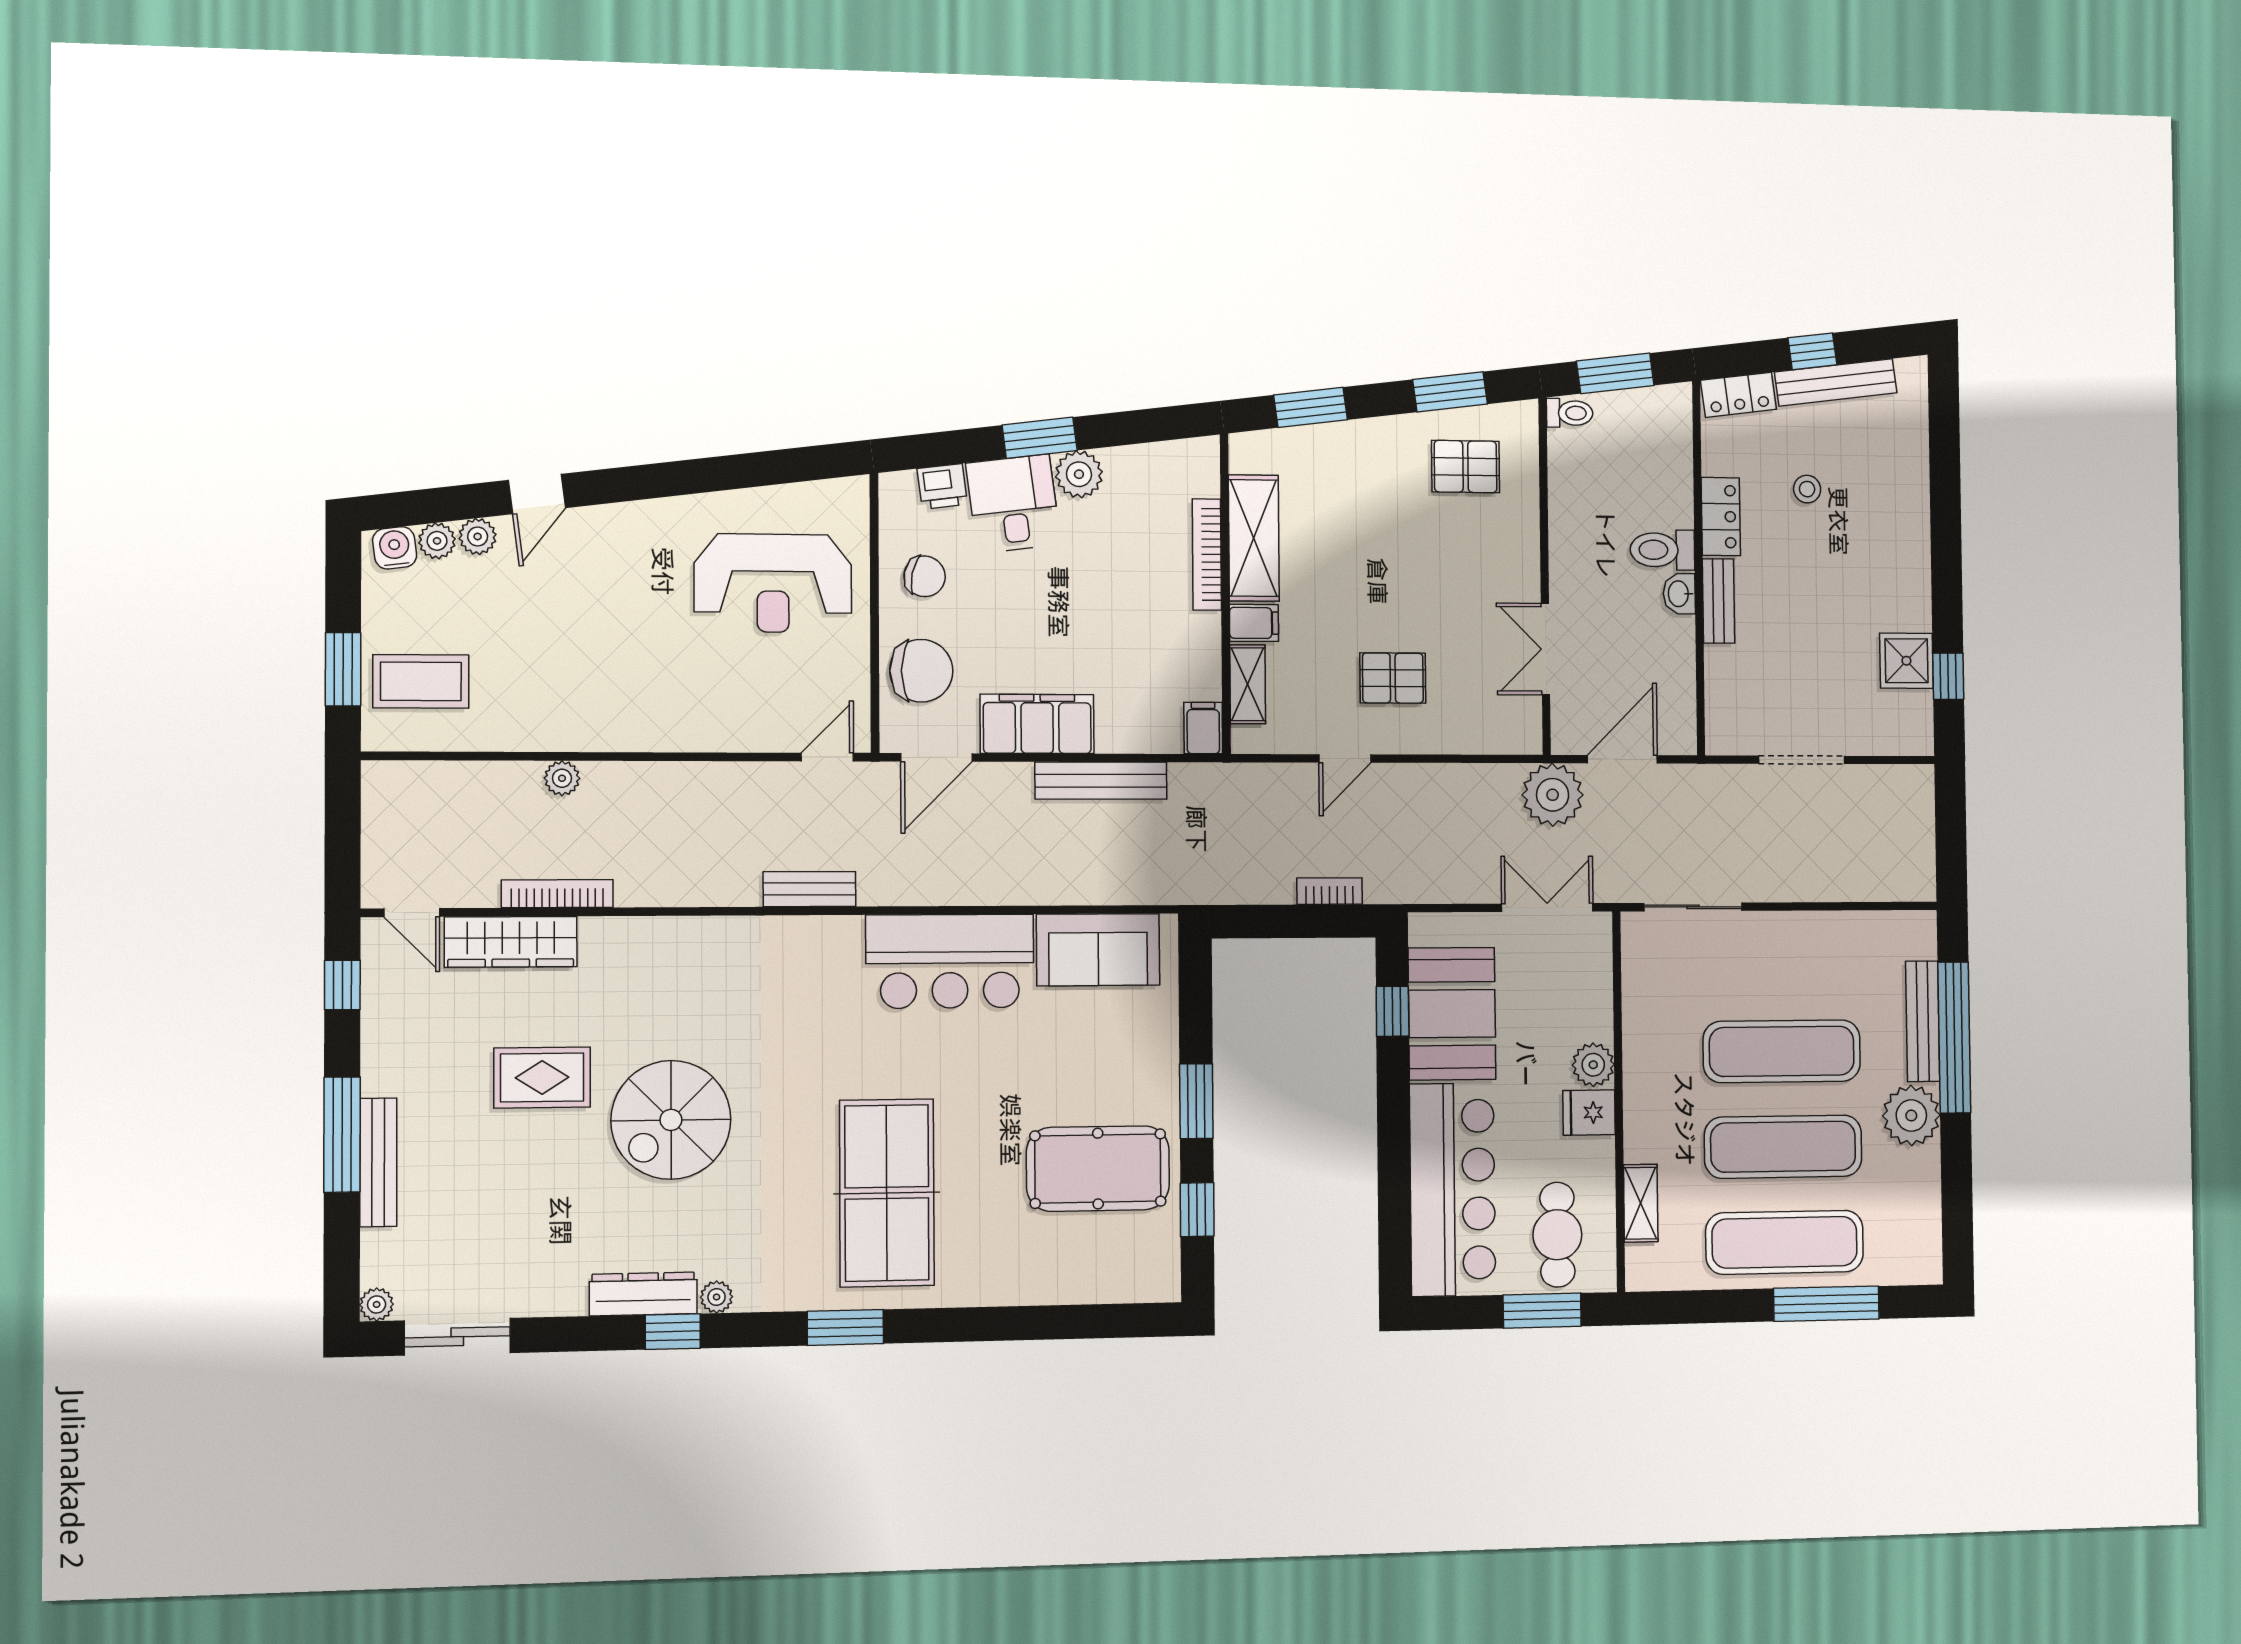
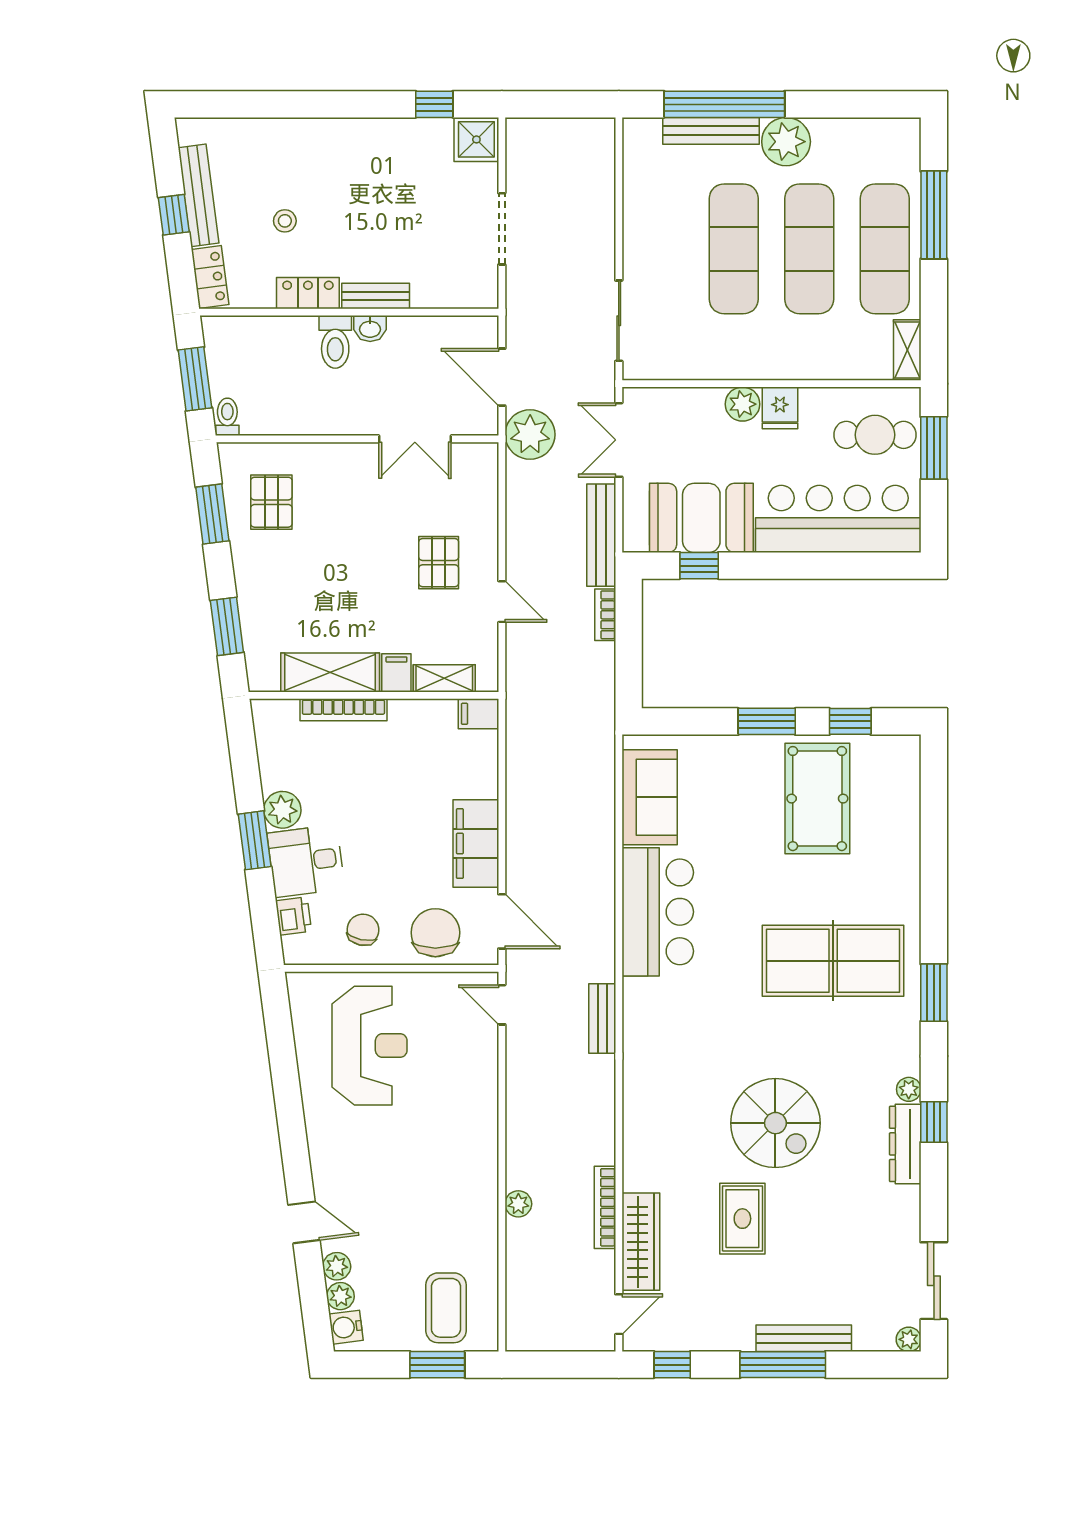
shower: (1906, 661) -> (476, 139), moved
bench: (1101, 781) -> (601, 535), moved
shelving: (1641, 1203) -> (907, 350), moved, turned 90

